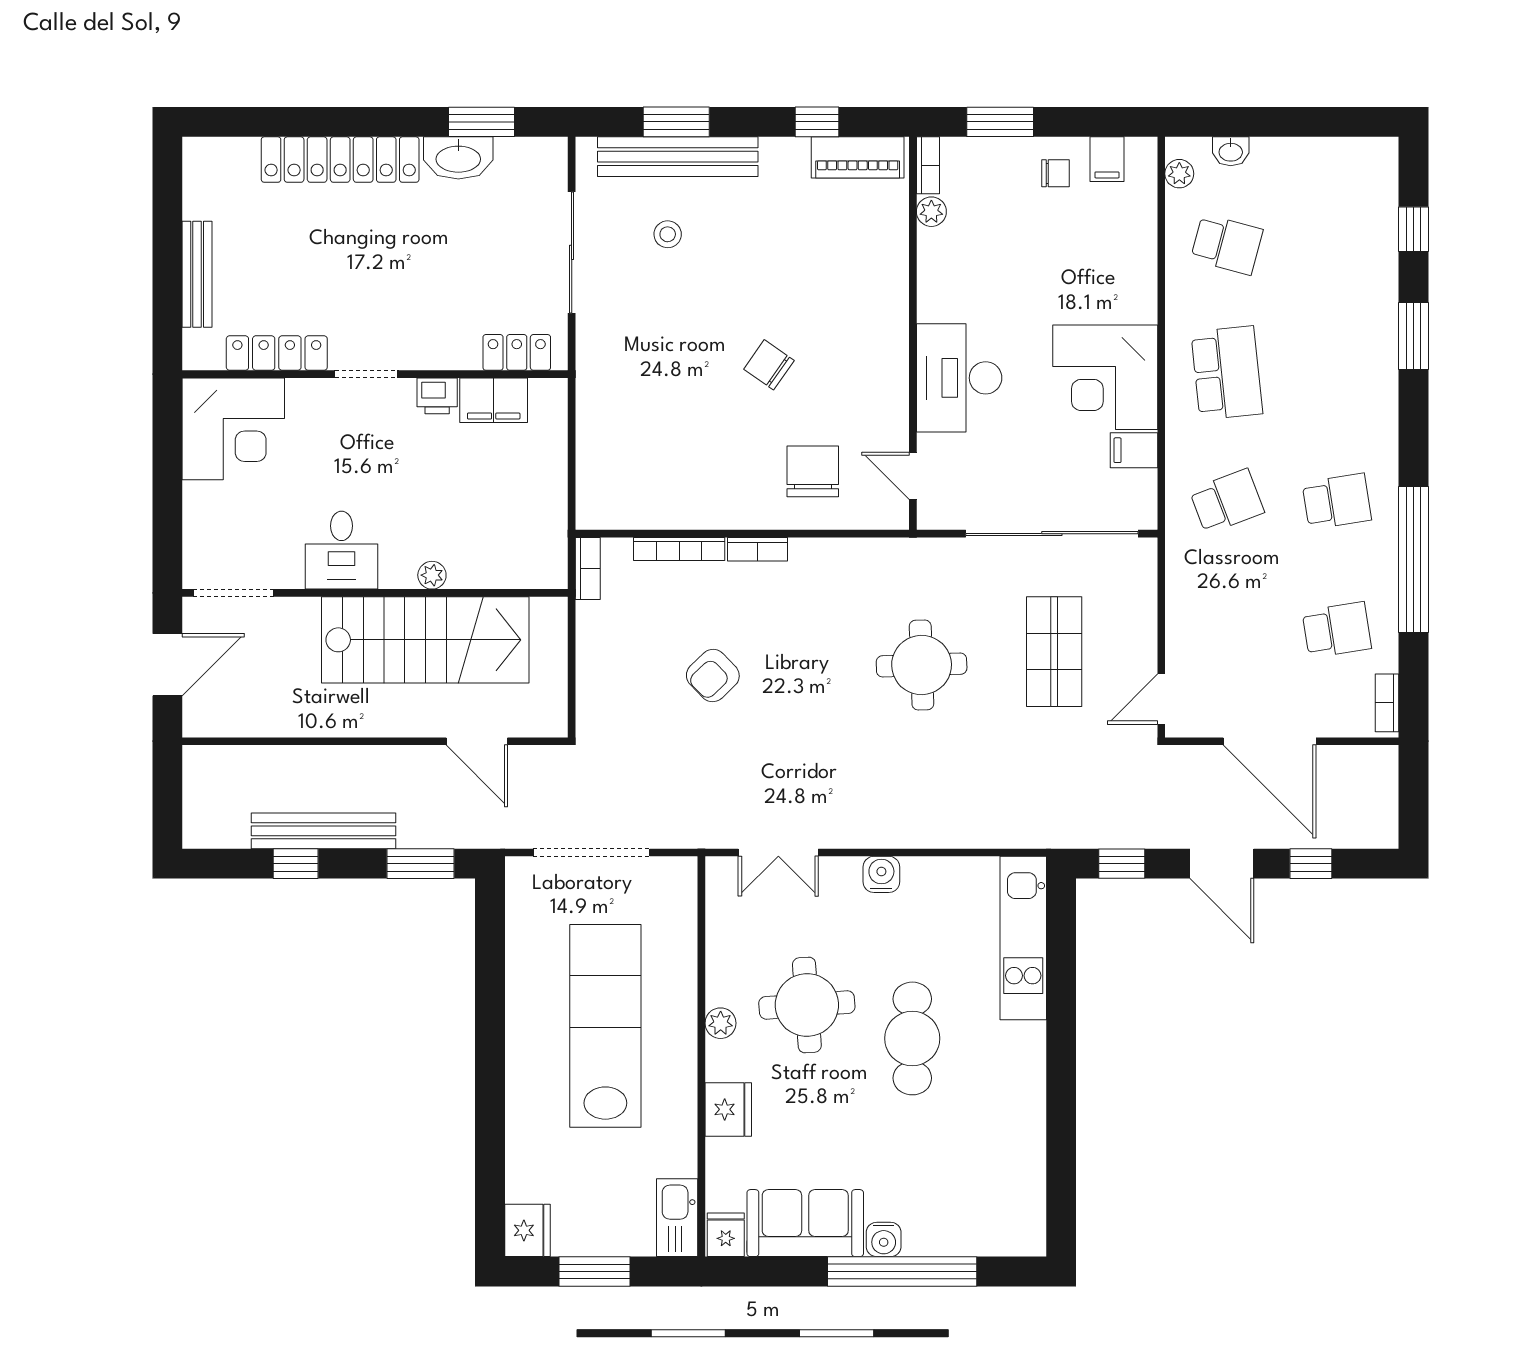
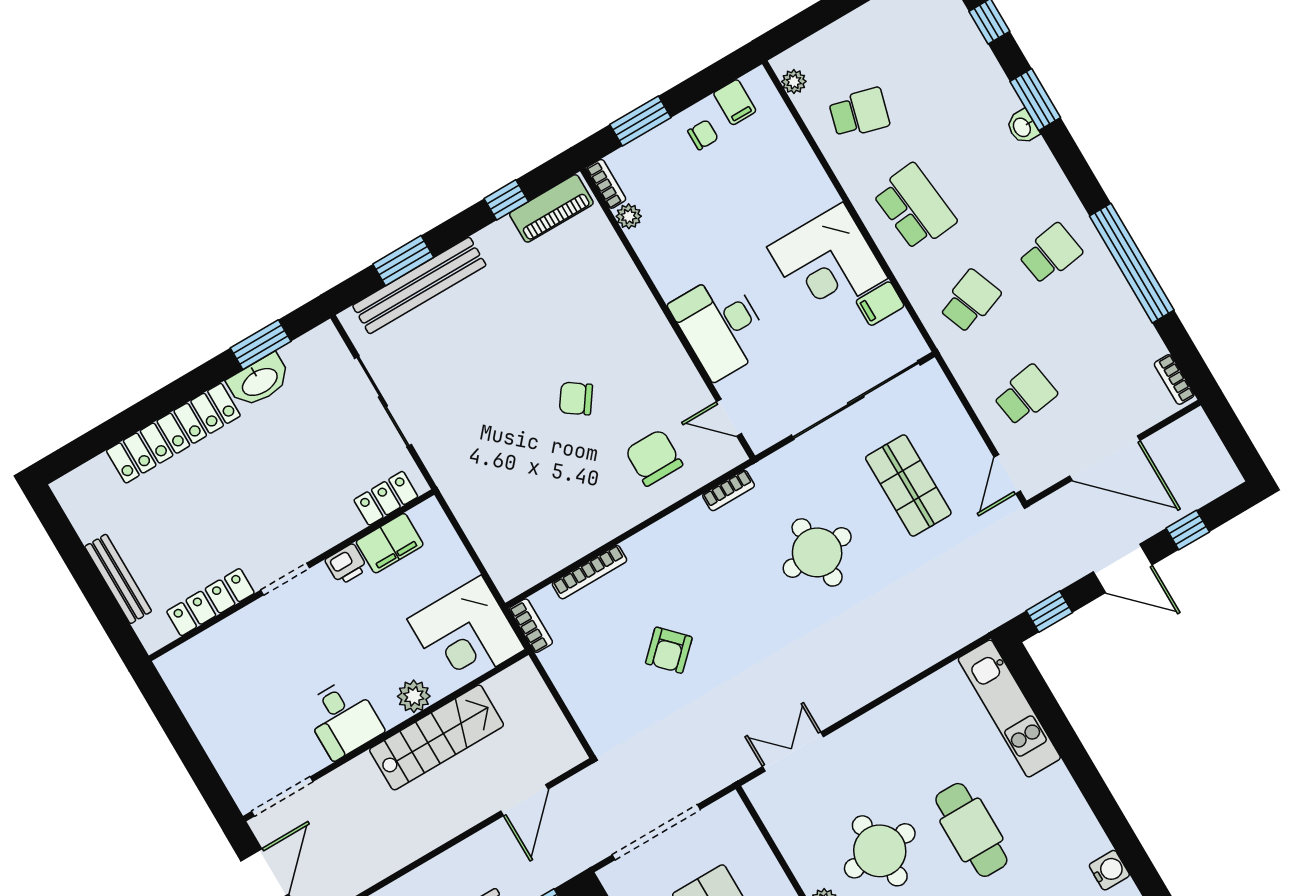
washbasin: (1231, 151) -> (1023, 127), moved, turned 90
stool: (668, 234) -> (445, 347), removed
corner desk: (233, 429) -> (466, 634), moved, turned 90
bookcase: (757, 549) -> (729, 490), moved
plant: (432, 575) -> (414, 696), width x1.38, depth x1.38
school desk: (1337, 630) -> (1025, 395), moved
stairs: (425, 640) -> (437, 737), width x0.73, depth x0.66
door: (477, 741) -> (524, 800), hinge flipped
double door: (778, 852) -> (793, 752), swing flipped
water cooler: (881, 874) -> (1109, 870), moved, turned 90

